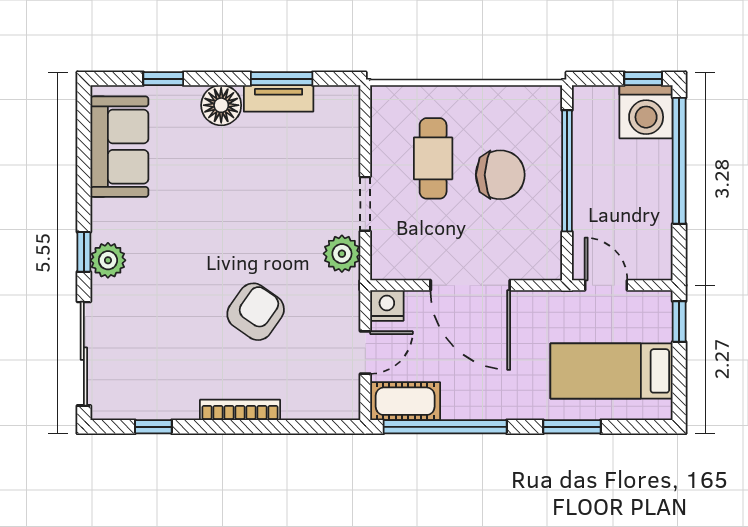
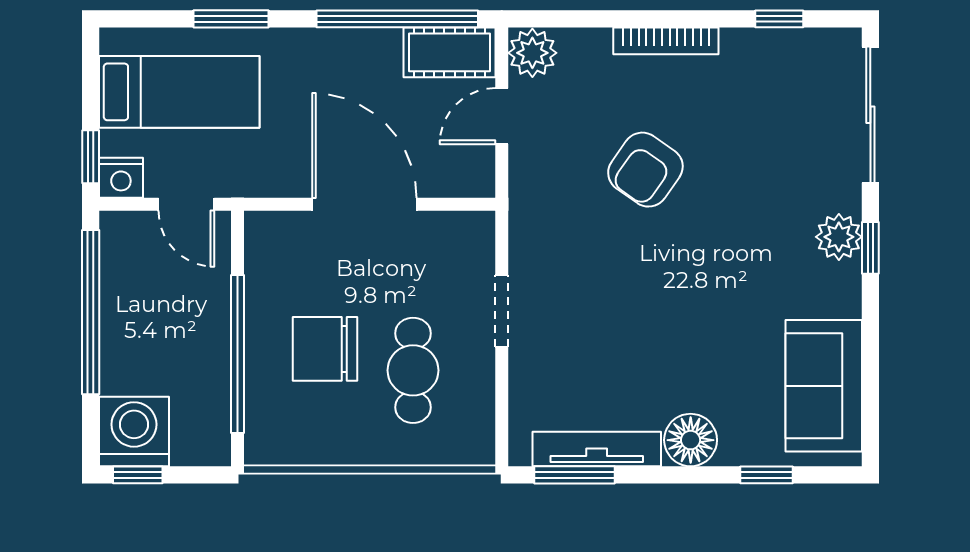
window: (282, 79) -> (574, 475), moved
tv unit: (279, 98) -> (597, 449), width x1.41
window: (679, 161) -> (91, 312), moved
plant: (342, 254) -> (532, 53), moved
nightstand: (387, 305) -> (121, 178), moved

